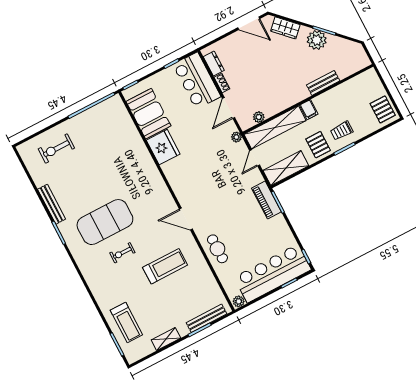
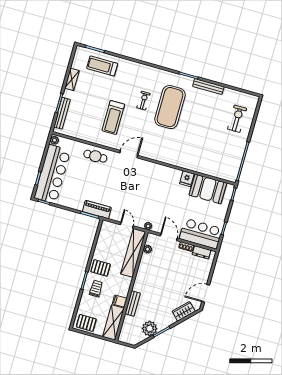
plant: (317, 40) -> (150, 329), moved
filing cabinet: (309, 110) -> (120, 301), moved
fridge: (163, 147) -> (187, 179), width x0.53, depth x0.75
shelving: (286, 168) -> (113, 323), moved

